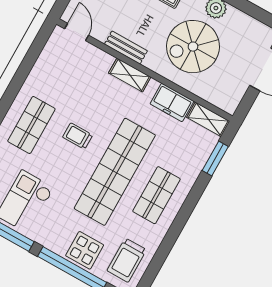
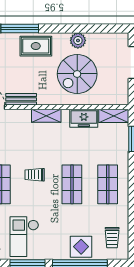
bench: (126, 48) -> (21, 99), moved
shop shelf: (115, 172) -> (72, 184), width x0.50, depth x0.74
trolley: (127, 260) -> (112, 238), width x0.73, depth x0.72

